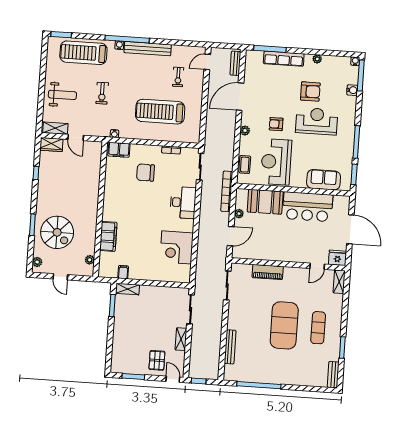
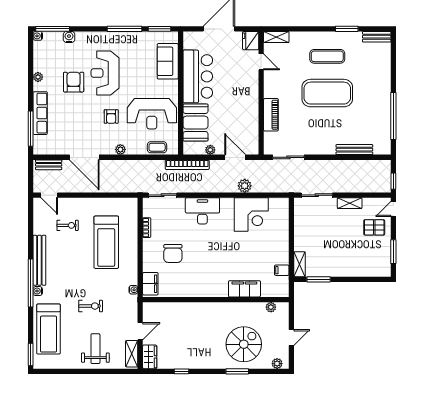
plant: (204, 243) -> (245, 186), added

